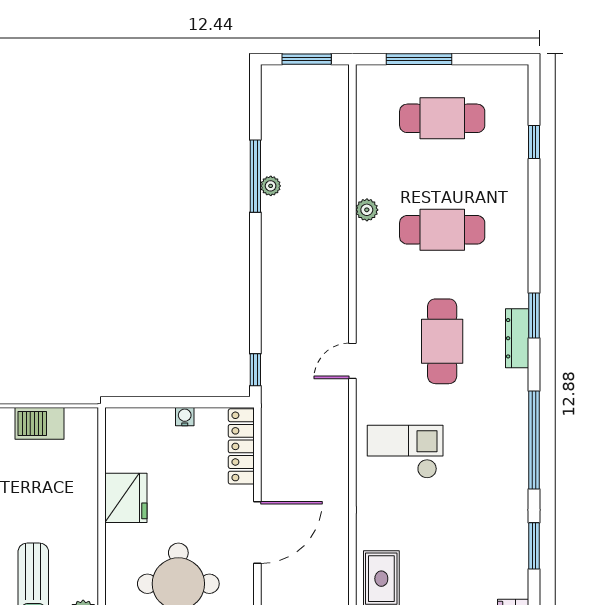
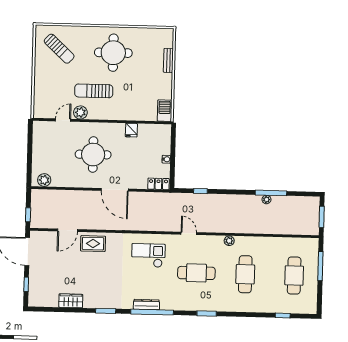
plant: (367, 210) -> (229, 241), moved
dresser: (517, 338) -> (146, 305), moved
window: (255, 370) -> (200, 191), moved
barbecue: (40, 423) -> (165, 111), moved
locker: (241, 446) -> (158, 184), width x0.66
checkout: (405, 452) -> (148, 255), turned -90
fridge: (126, 498) -> (131, 130), width x0.53, depth x0.75

